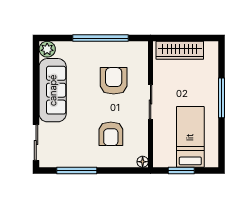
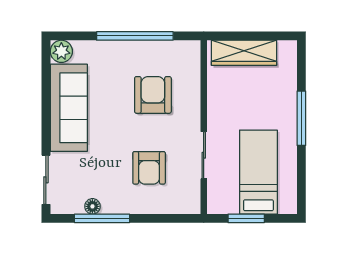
sliding door: (151, 102) -> (204, 155), moved
floor lamp: (143, 162) -> (92, 206), moved

